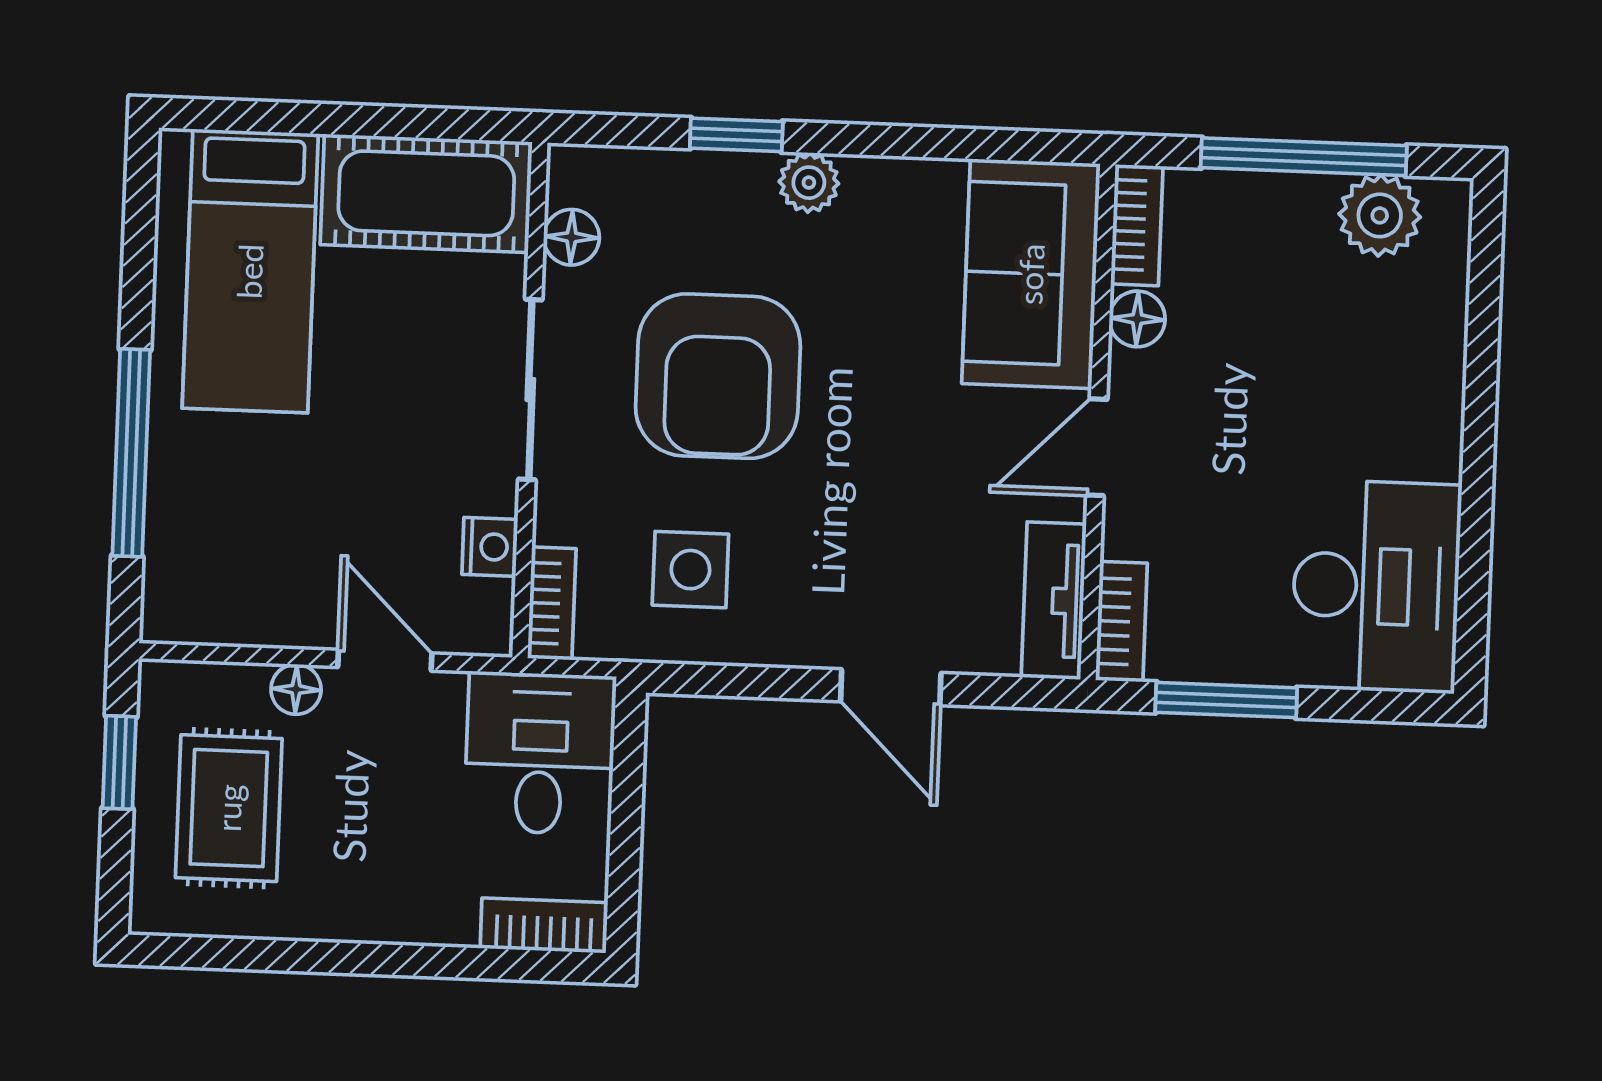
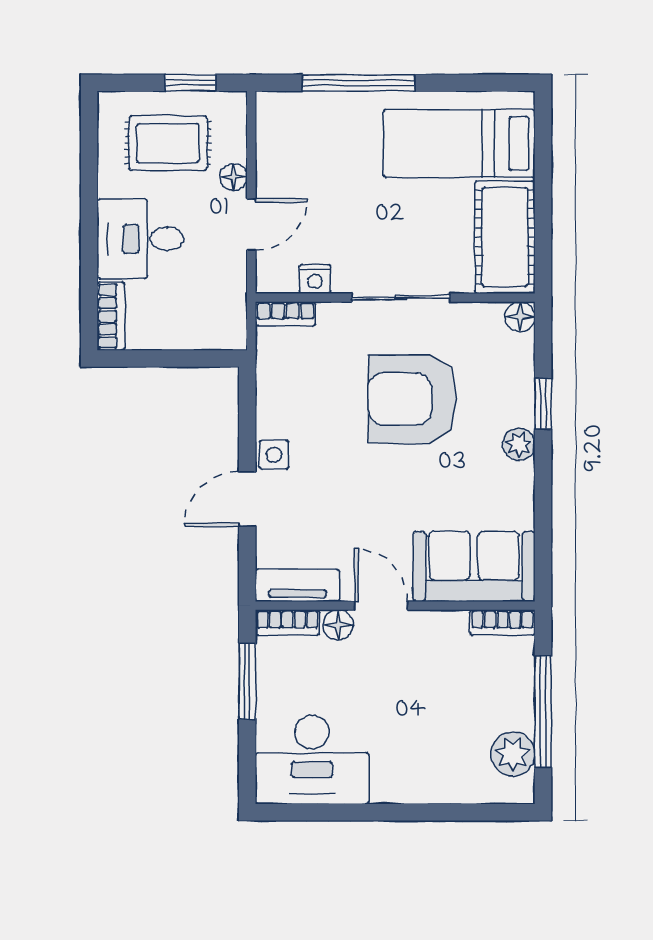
floor lamp: (571, 237) -> (520, 317), moved
floor lamp: (1137, 319) -> (338, 625), moved
side table: (690, 570) -> (274, 455), moved, width x0.73, depth x0.73
desk: (540, 753) -> (140, 239), moved, turned 180

